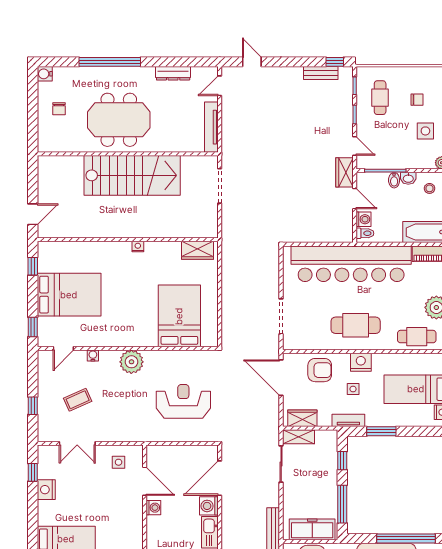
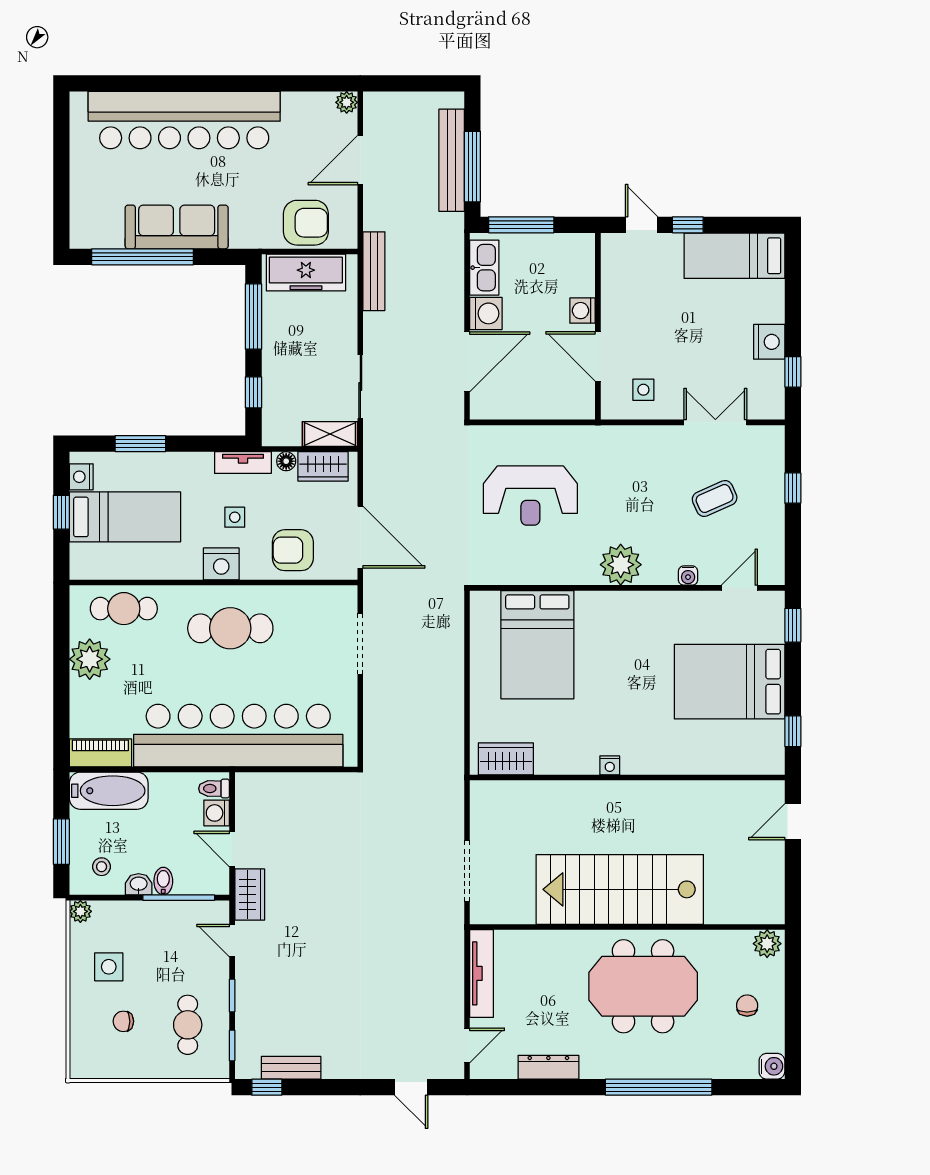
plant: (48, 144) -> (767, 944), added
floor lamp: (324, 421) -> (286, 461), added
window: (381, 431) -> (140, 444), moved

